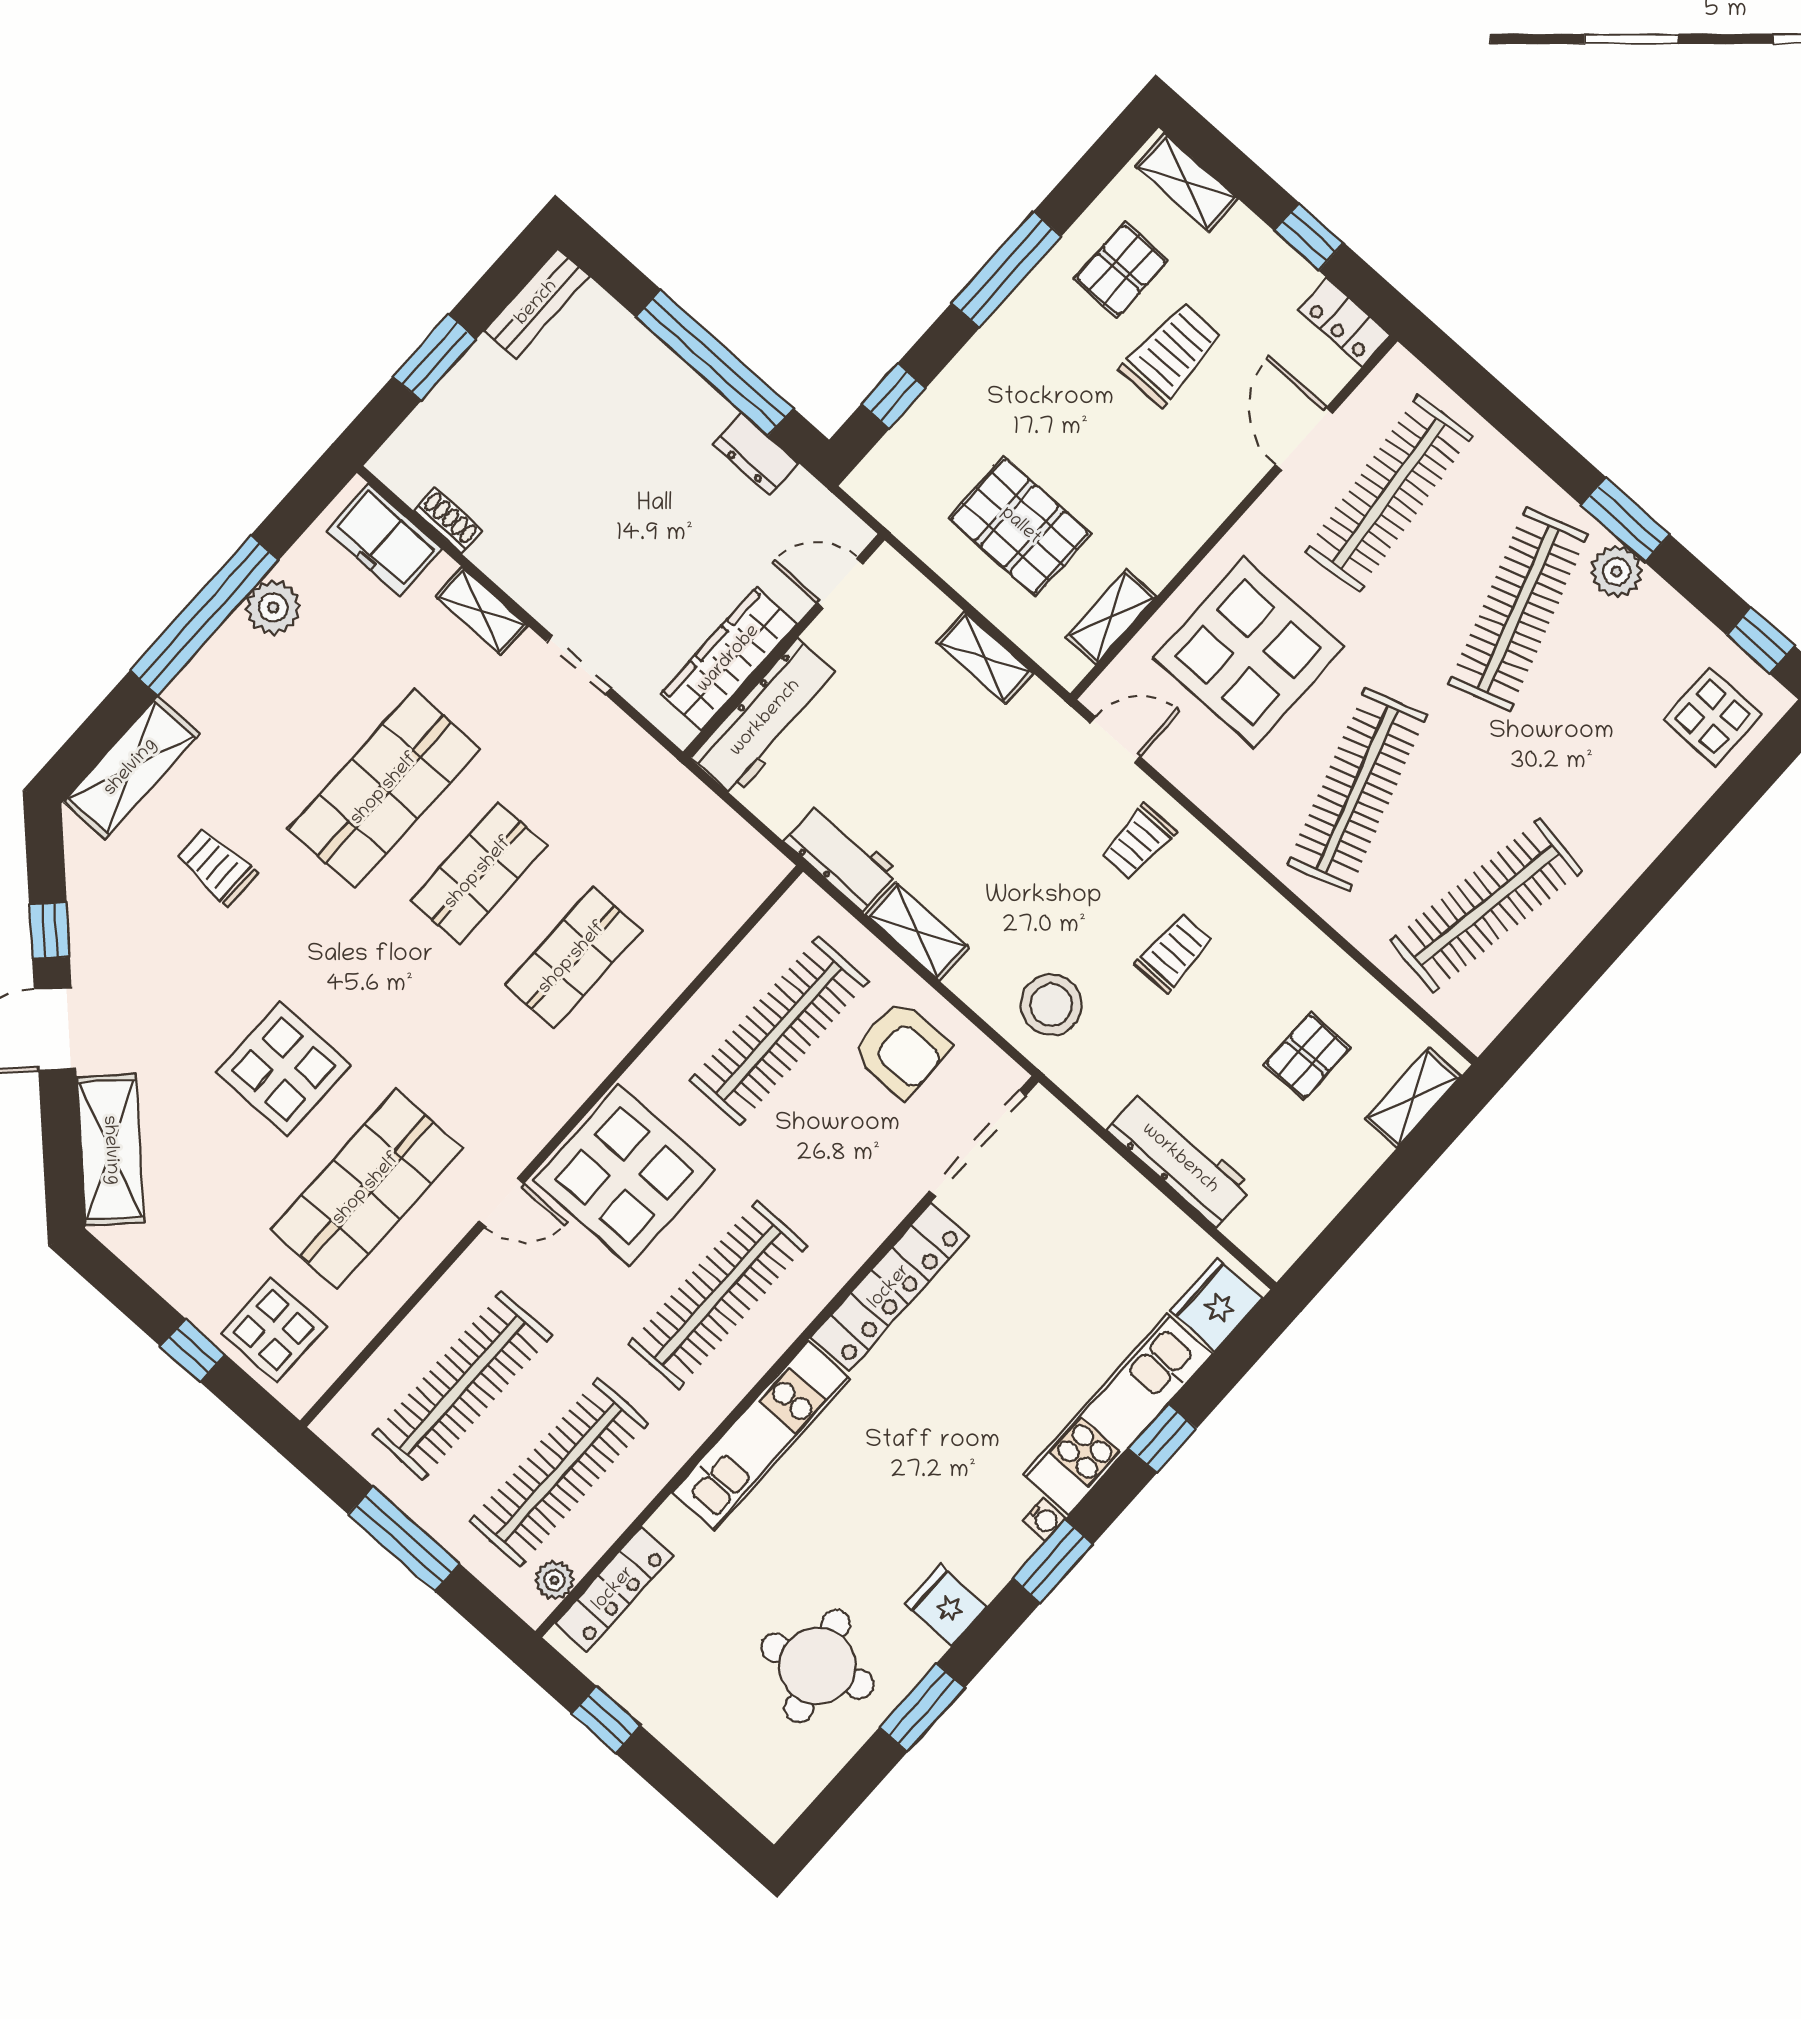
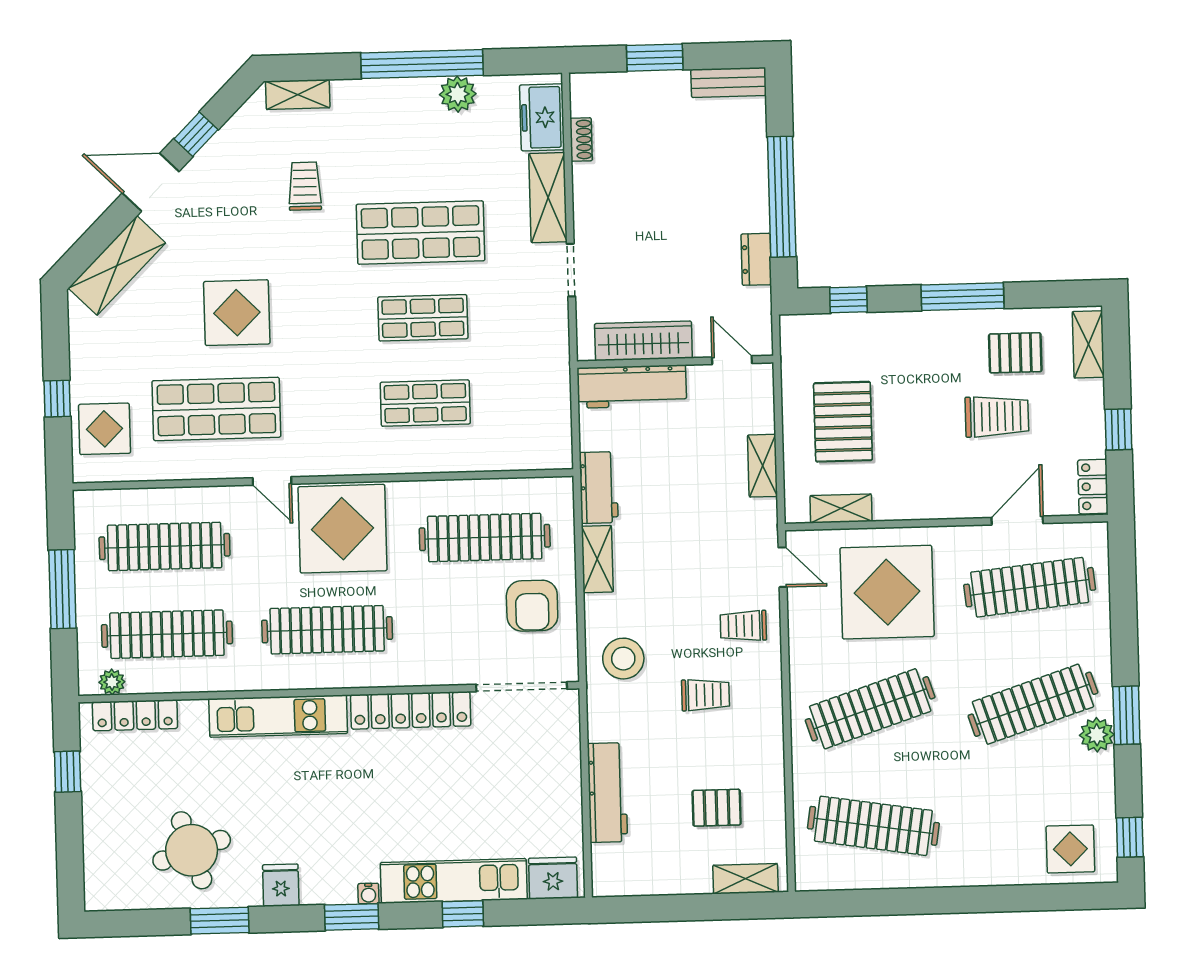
shelving: (481, 611) -> (548, 198), width x1.50, depth x1.33
shelving: (131, 768) -> (298, 95), width x0.67, depth x0.75

